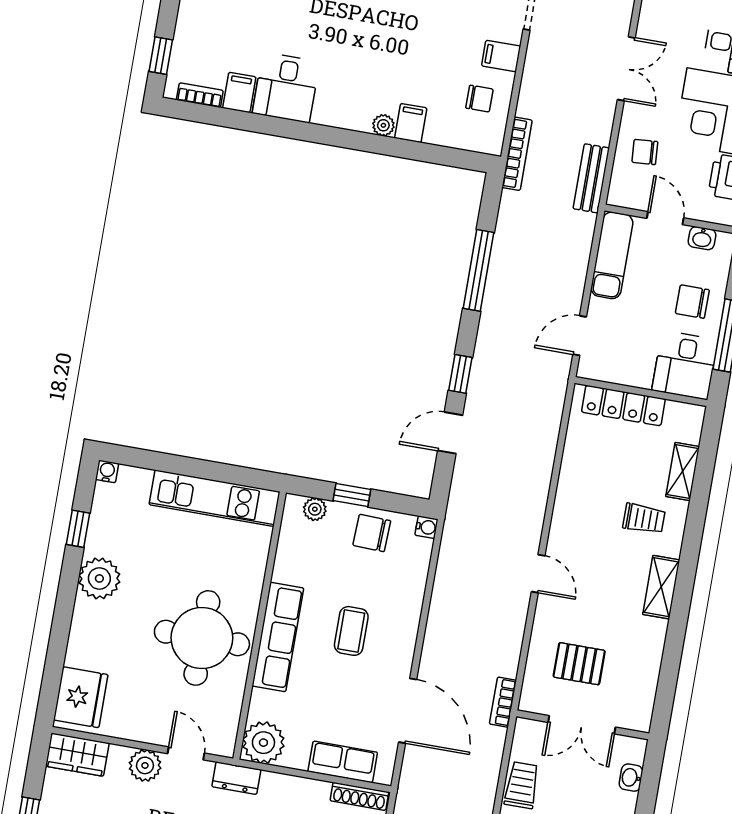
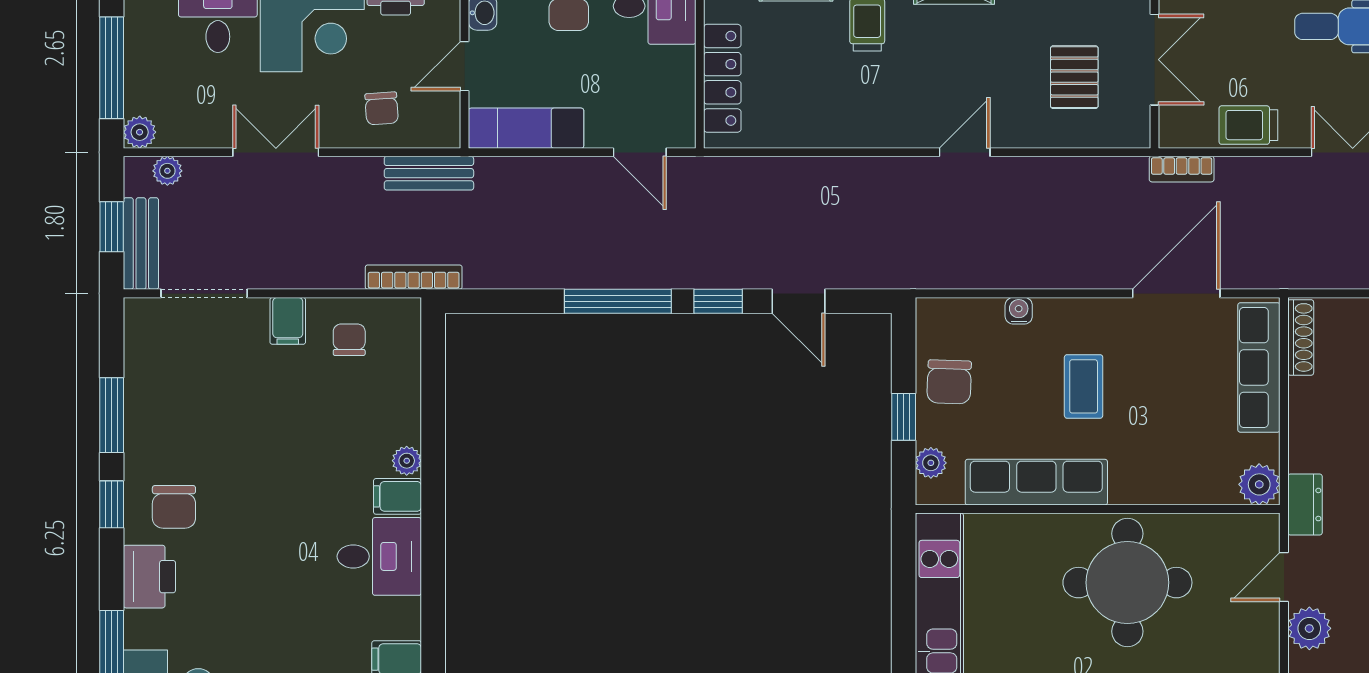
desk: (286, 88) -> (379, 556), moved
filing cabinet: (411, 123) -> (397, 496), moved
window: (479, 270) -> (618, 301), moved
water cooler: (426, 527) -> (1019, 311), moved
coffee table: (351, 631) -> (1084, 386), turned 90
row of seats: (278, 637) -> (1036, 482), moved
bookcase: (503, 702) -> (1182, 169), moved
plant: (263, 743) -> (1259, 484), width x0.73, depth x0.73
row of seats: (343, 762) -> (1259, 367), width x1.48

